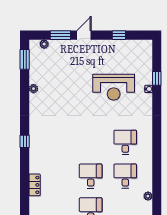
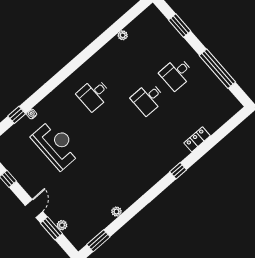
door: (84, 35) -> (34, 208), swing flipped
plant: (44, 44) -> (62, 225), moved
window: (25, 141) -> (178, 171), moved
desk: (125, 176) -> (122, 69), removed

